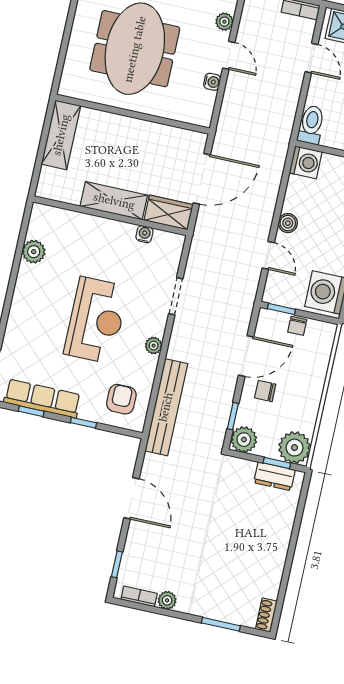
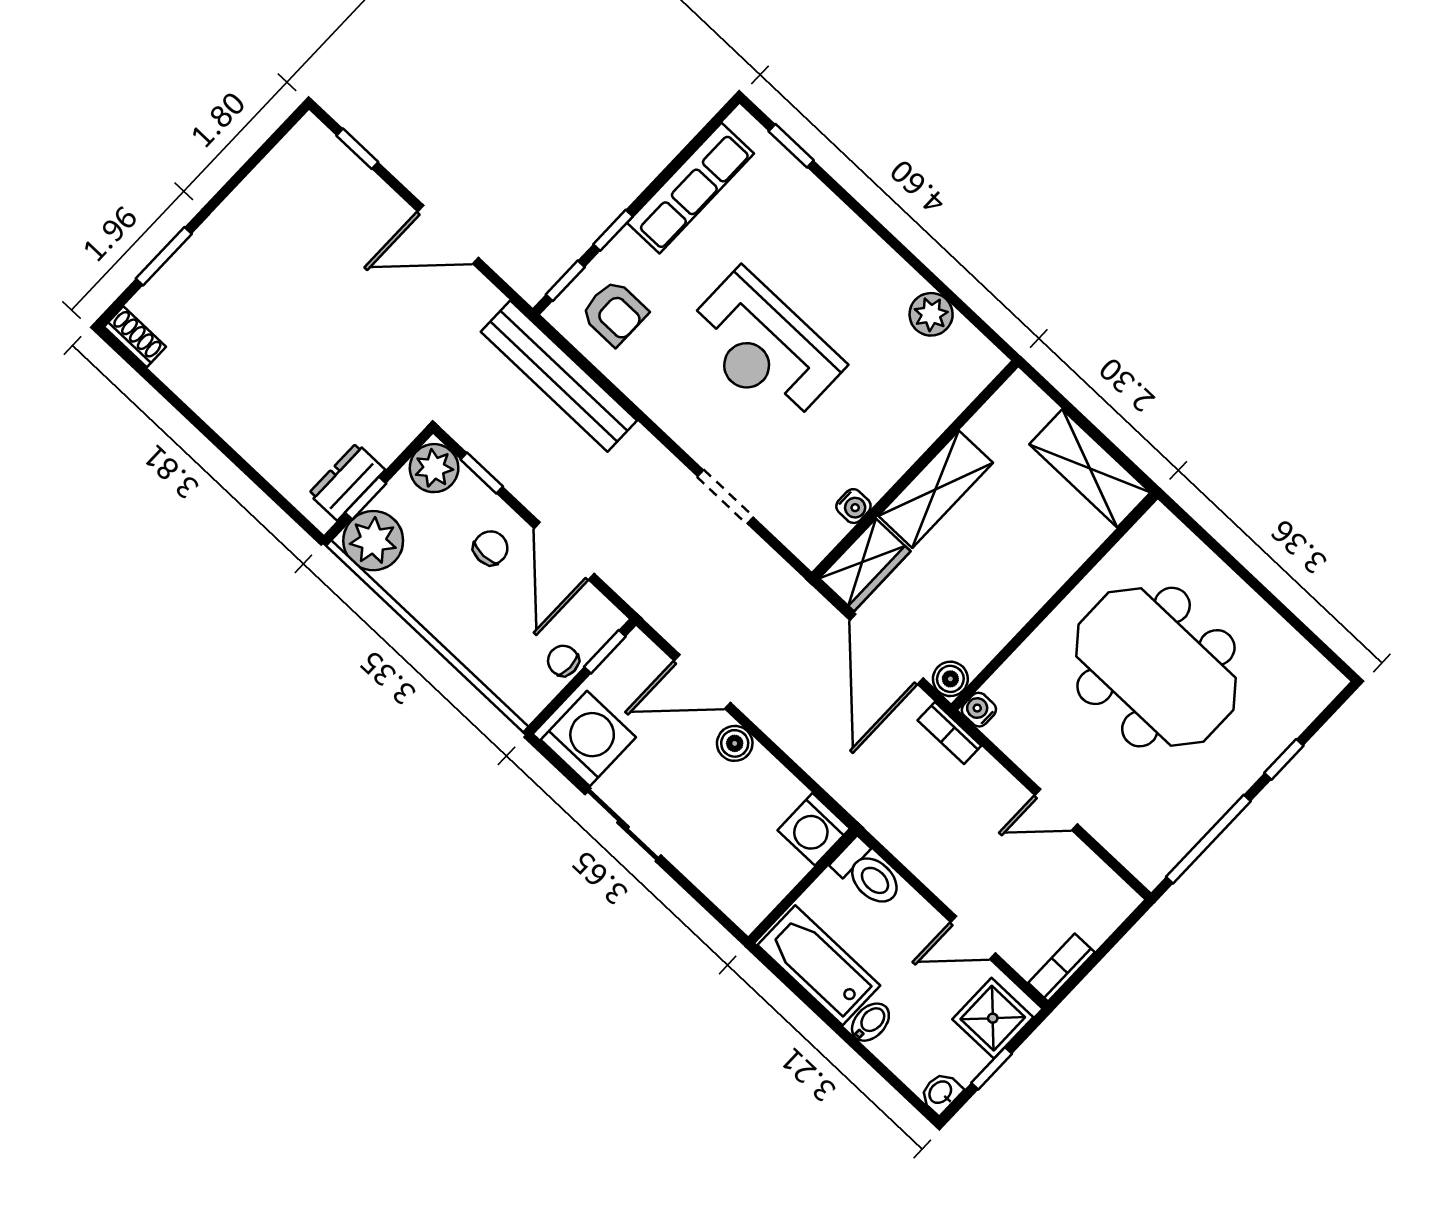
plant: (224, 22) -> (1114, 835), removed
water cooler: (212, 82) -> (979, 710), moved, turned 90
boiler: (198, 141) -> (950, 679), added
door: (268, 255) -> (702, 682), width x1.37
plant: (154, 346) -> (669, 415), removed
window: (31, 411) -> (565, 281), moved
bookcase: (139, 596) -> (949, 733), moved, turned 90
plant: (167, 600) -> (253, 194), removed

